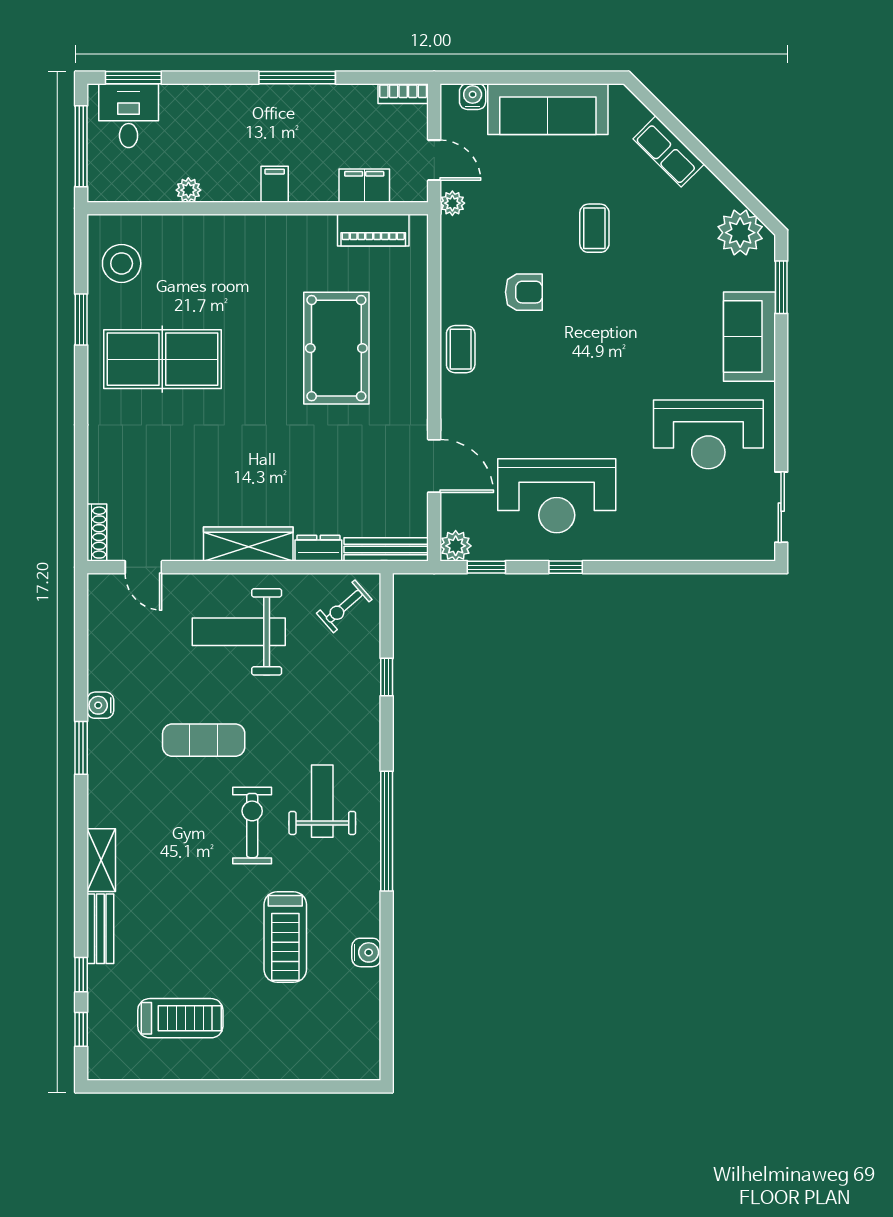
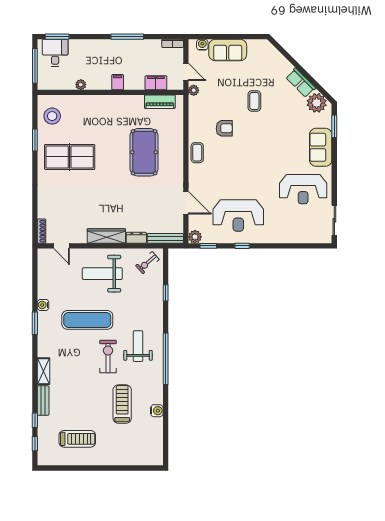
sofa: (548, 109) -> (228, 50), width x0.73
row of seats: (669, 151) -> (301, 83), moved
exercise mat: (204, 740) -> (87, 320), width x1.36, depth x1.45
treadmill: (285, 937) -> (122, 404), turned 180

